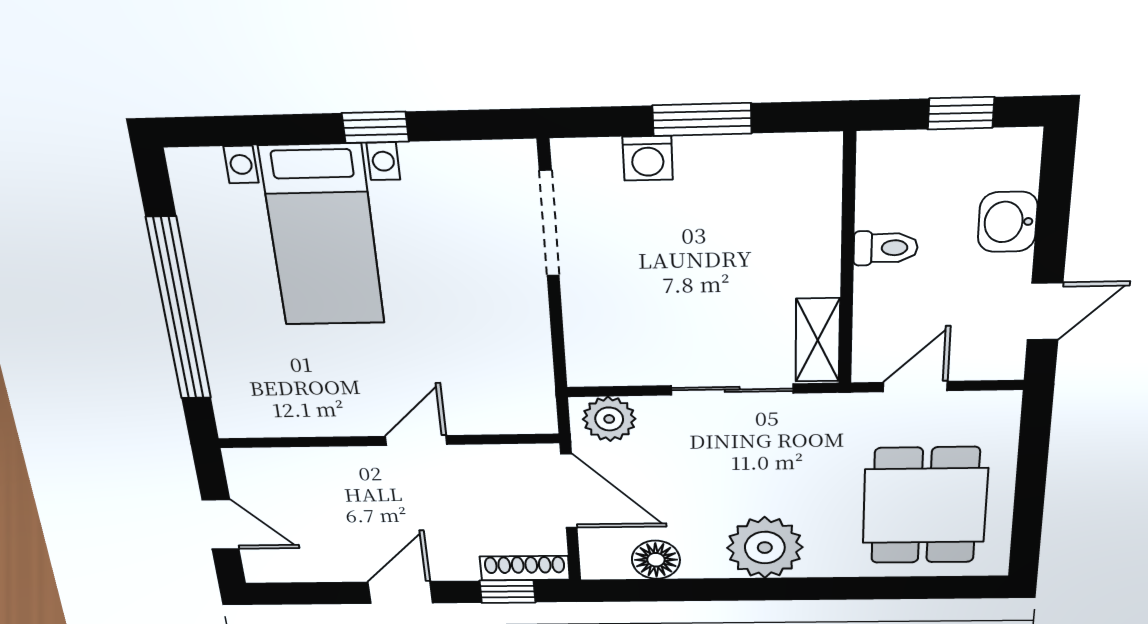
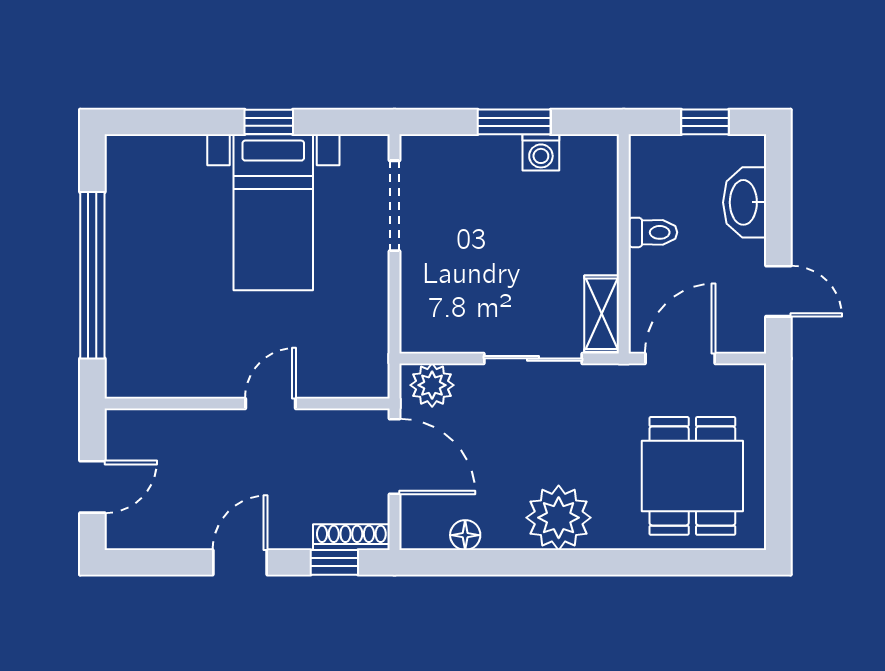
washing machine: (648, 158) -> (541, 152), moved
washbasin: (1008, 222) -> (745, 202), width x1.38
bed with nightstands: (323, 236) -> (273, 212), moved
door: (1045, 311) -> (778, 291), hinge flipped
door: (915, 387) -> (680, 358), width x1.38
door: (221, 524) -> (92, 487), hinge flipped
floor lamp: (656, 560) -> (465, 535), width x0.73, depth x0.73

